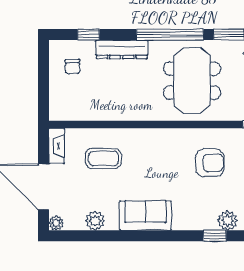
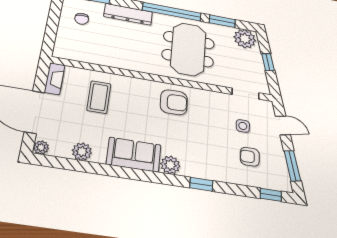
coffee table: (103, 158) -> (99, 97), turned 90
armchair: (210, 163) -> (174, 102), moved
plant: (228, 221) -> (170, 165), moved

